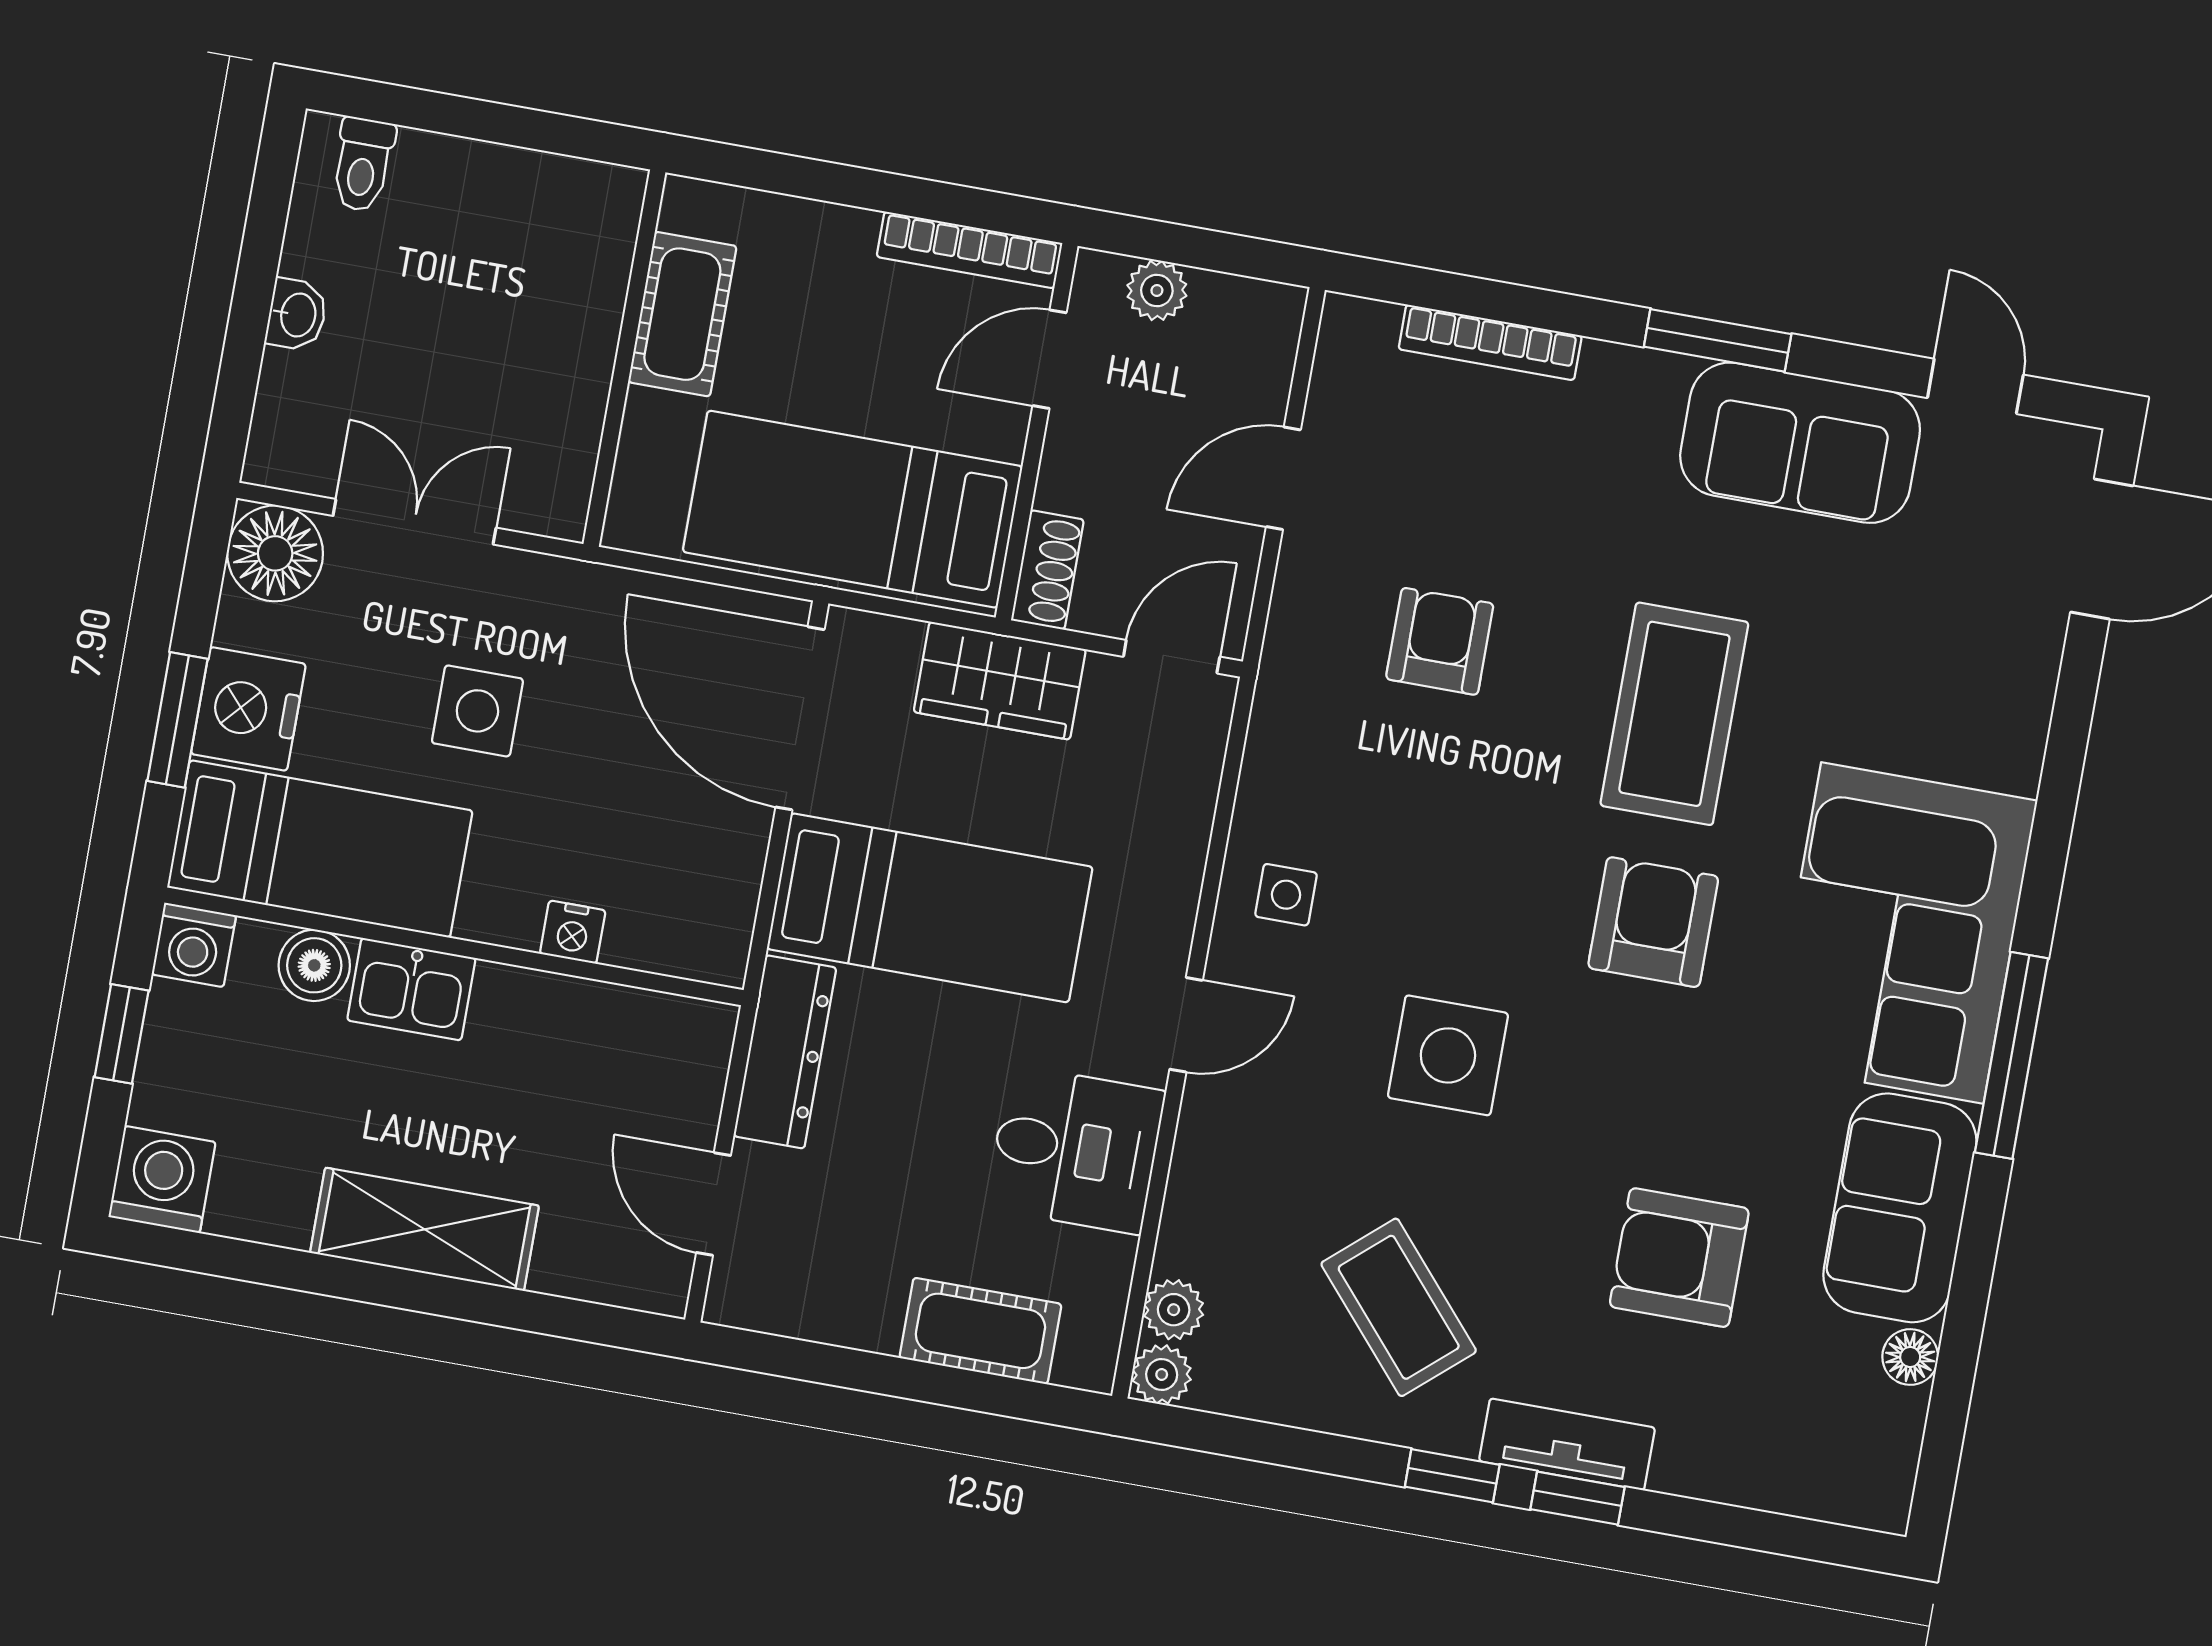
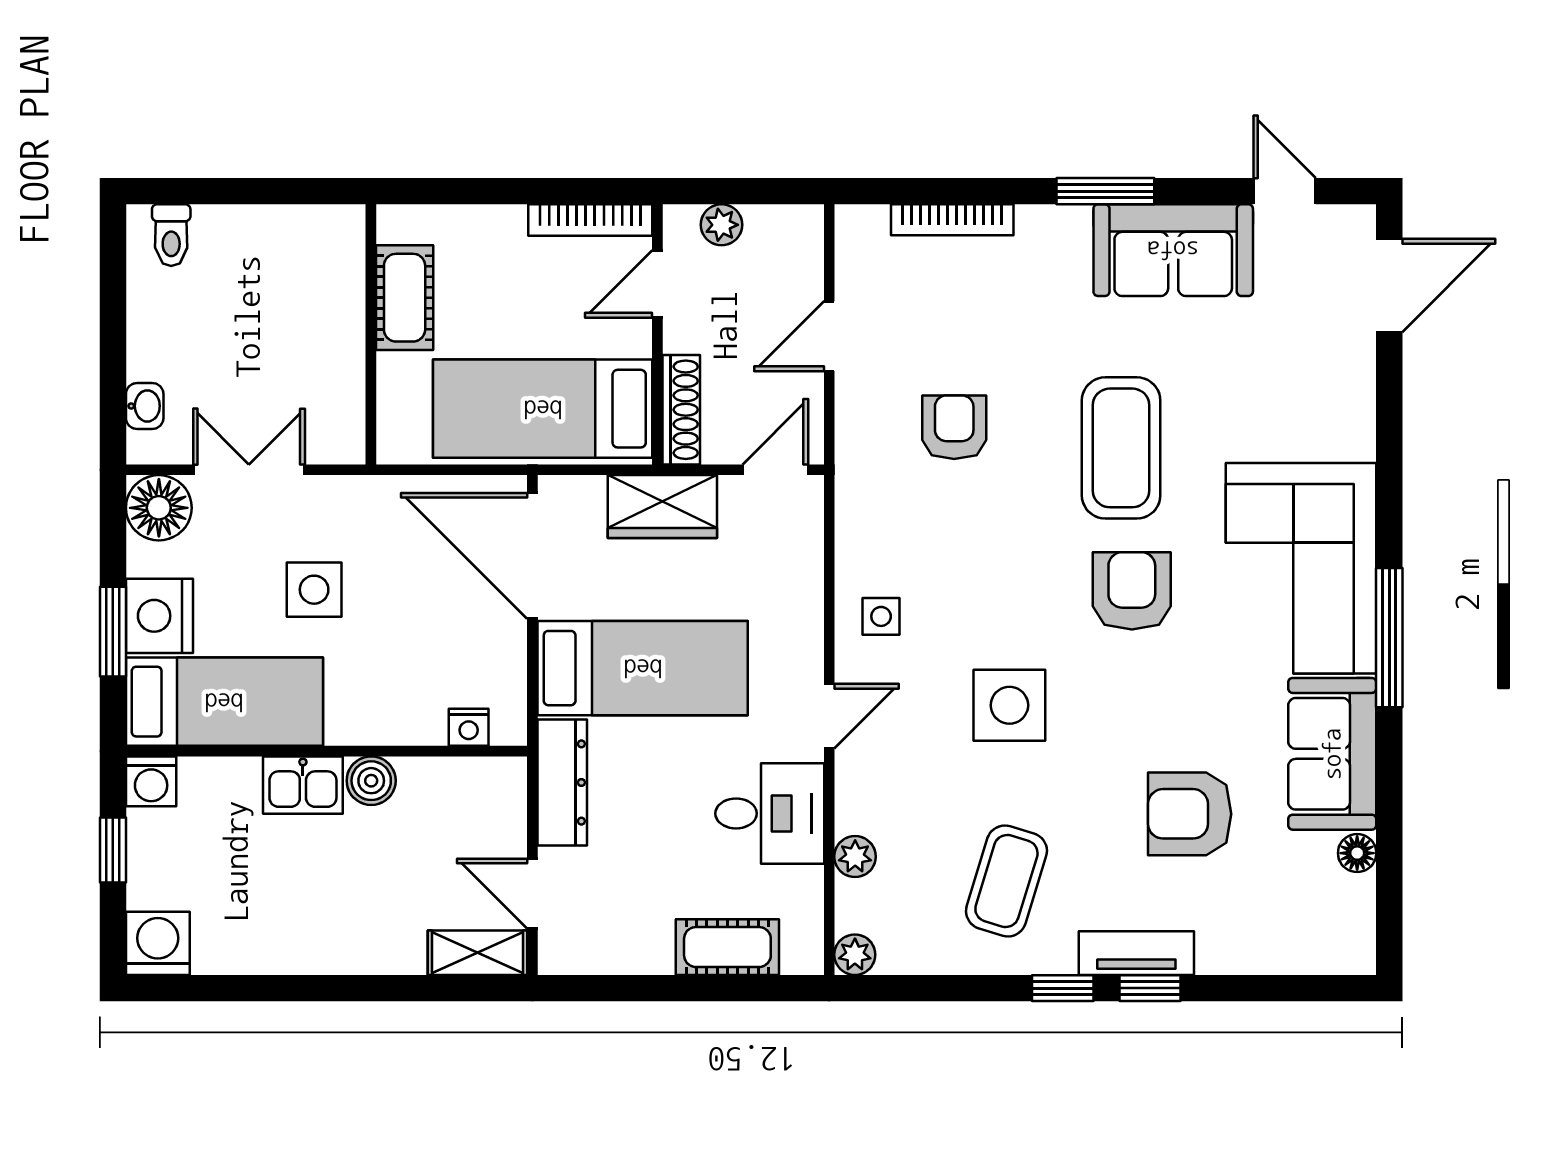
washbasin: (297, 315) -> (145, 406), moved
shoe rack: (1047, 570) -> (681, 410), width x1.43
nightstand: (573, 932) -> (469, 727), moved
boiler: (314, 965) -> (371, 781), moved
shelving: (425, 1229) -> (478, 953), moved, width x0.67, depth x0.75
coffee table: (1399, 1307) -> (1006, 881), turned 58
plant: (1174, 1310) -> (855, 857), moved

